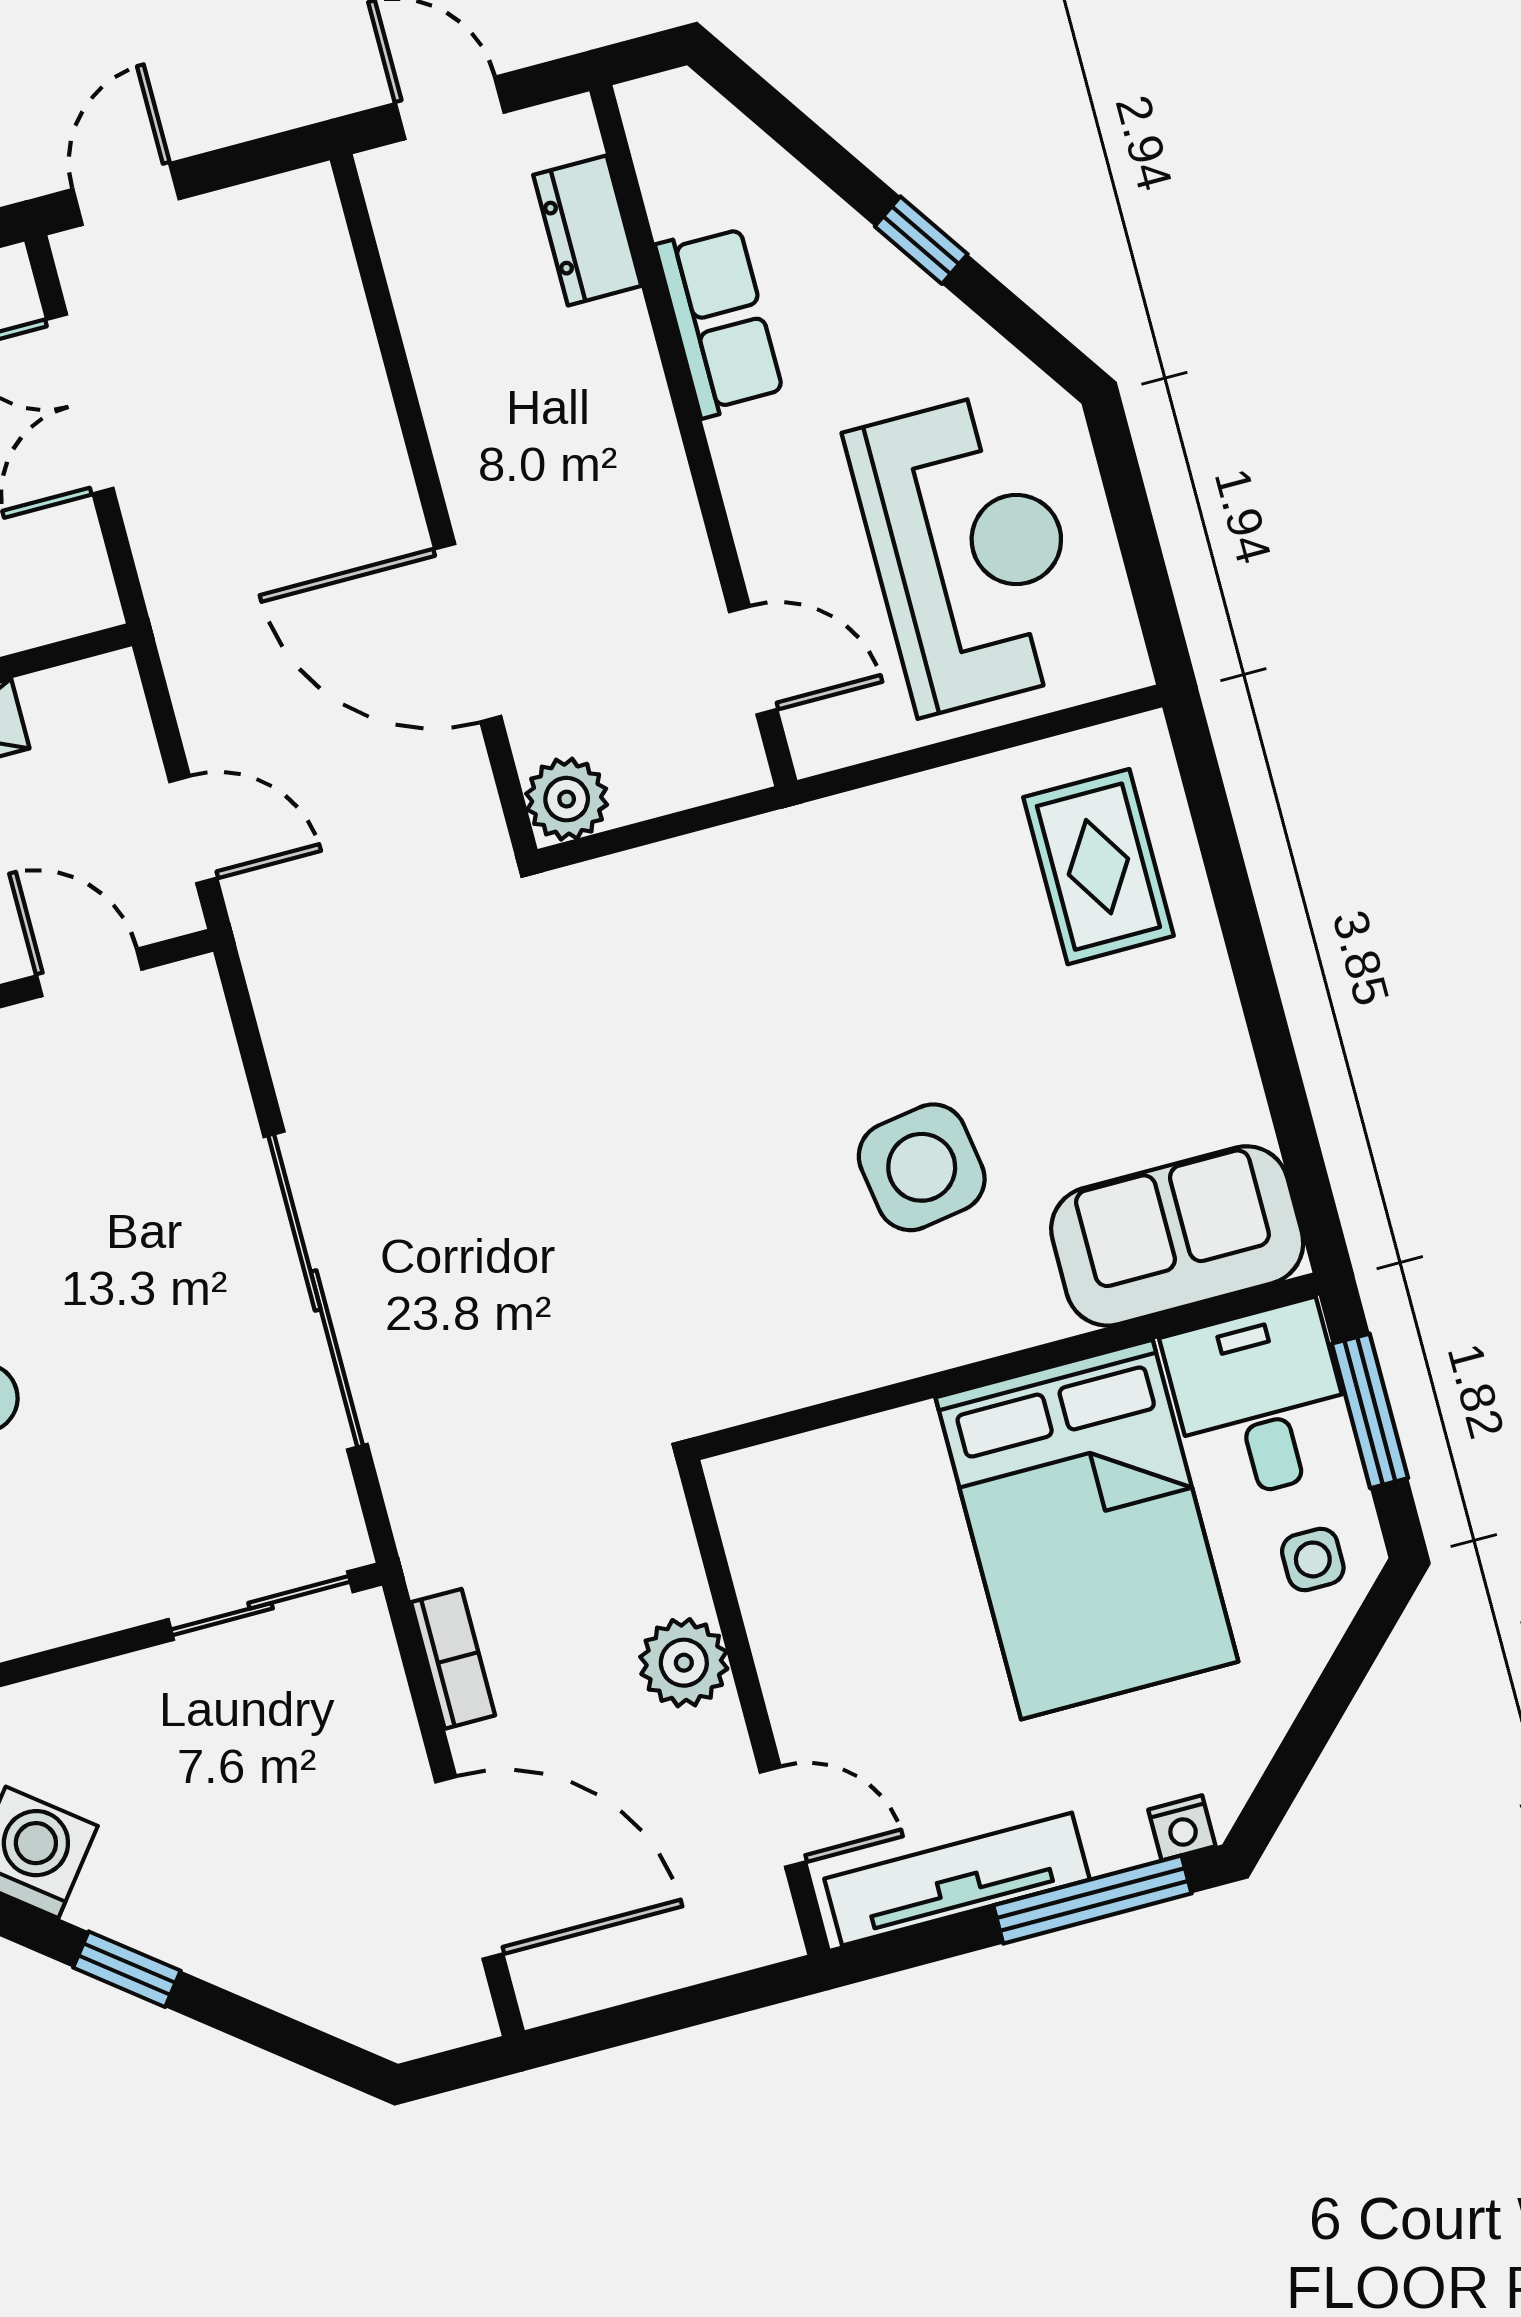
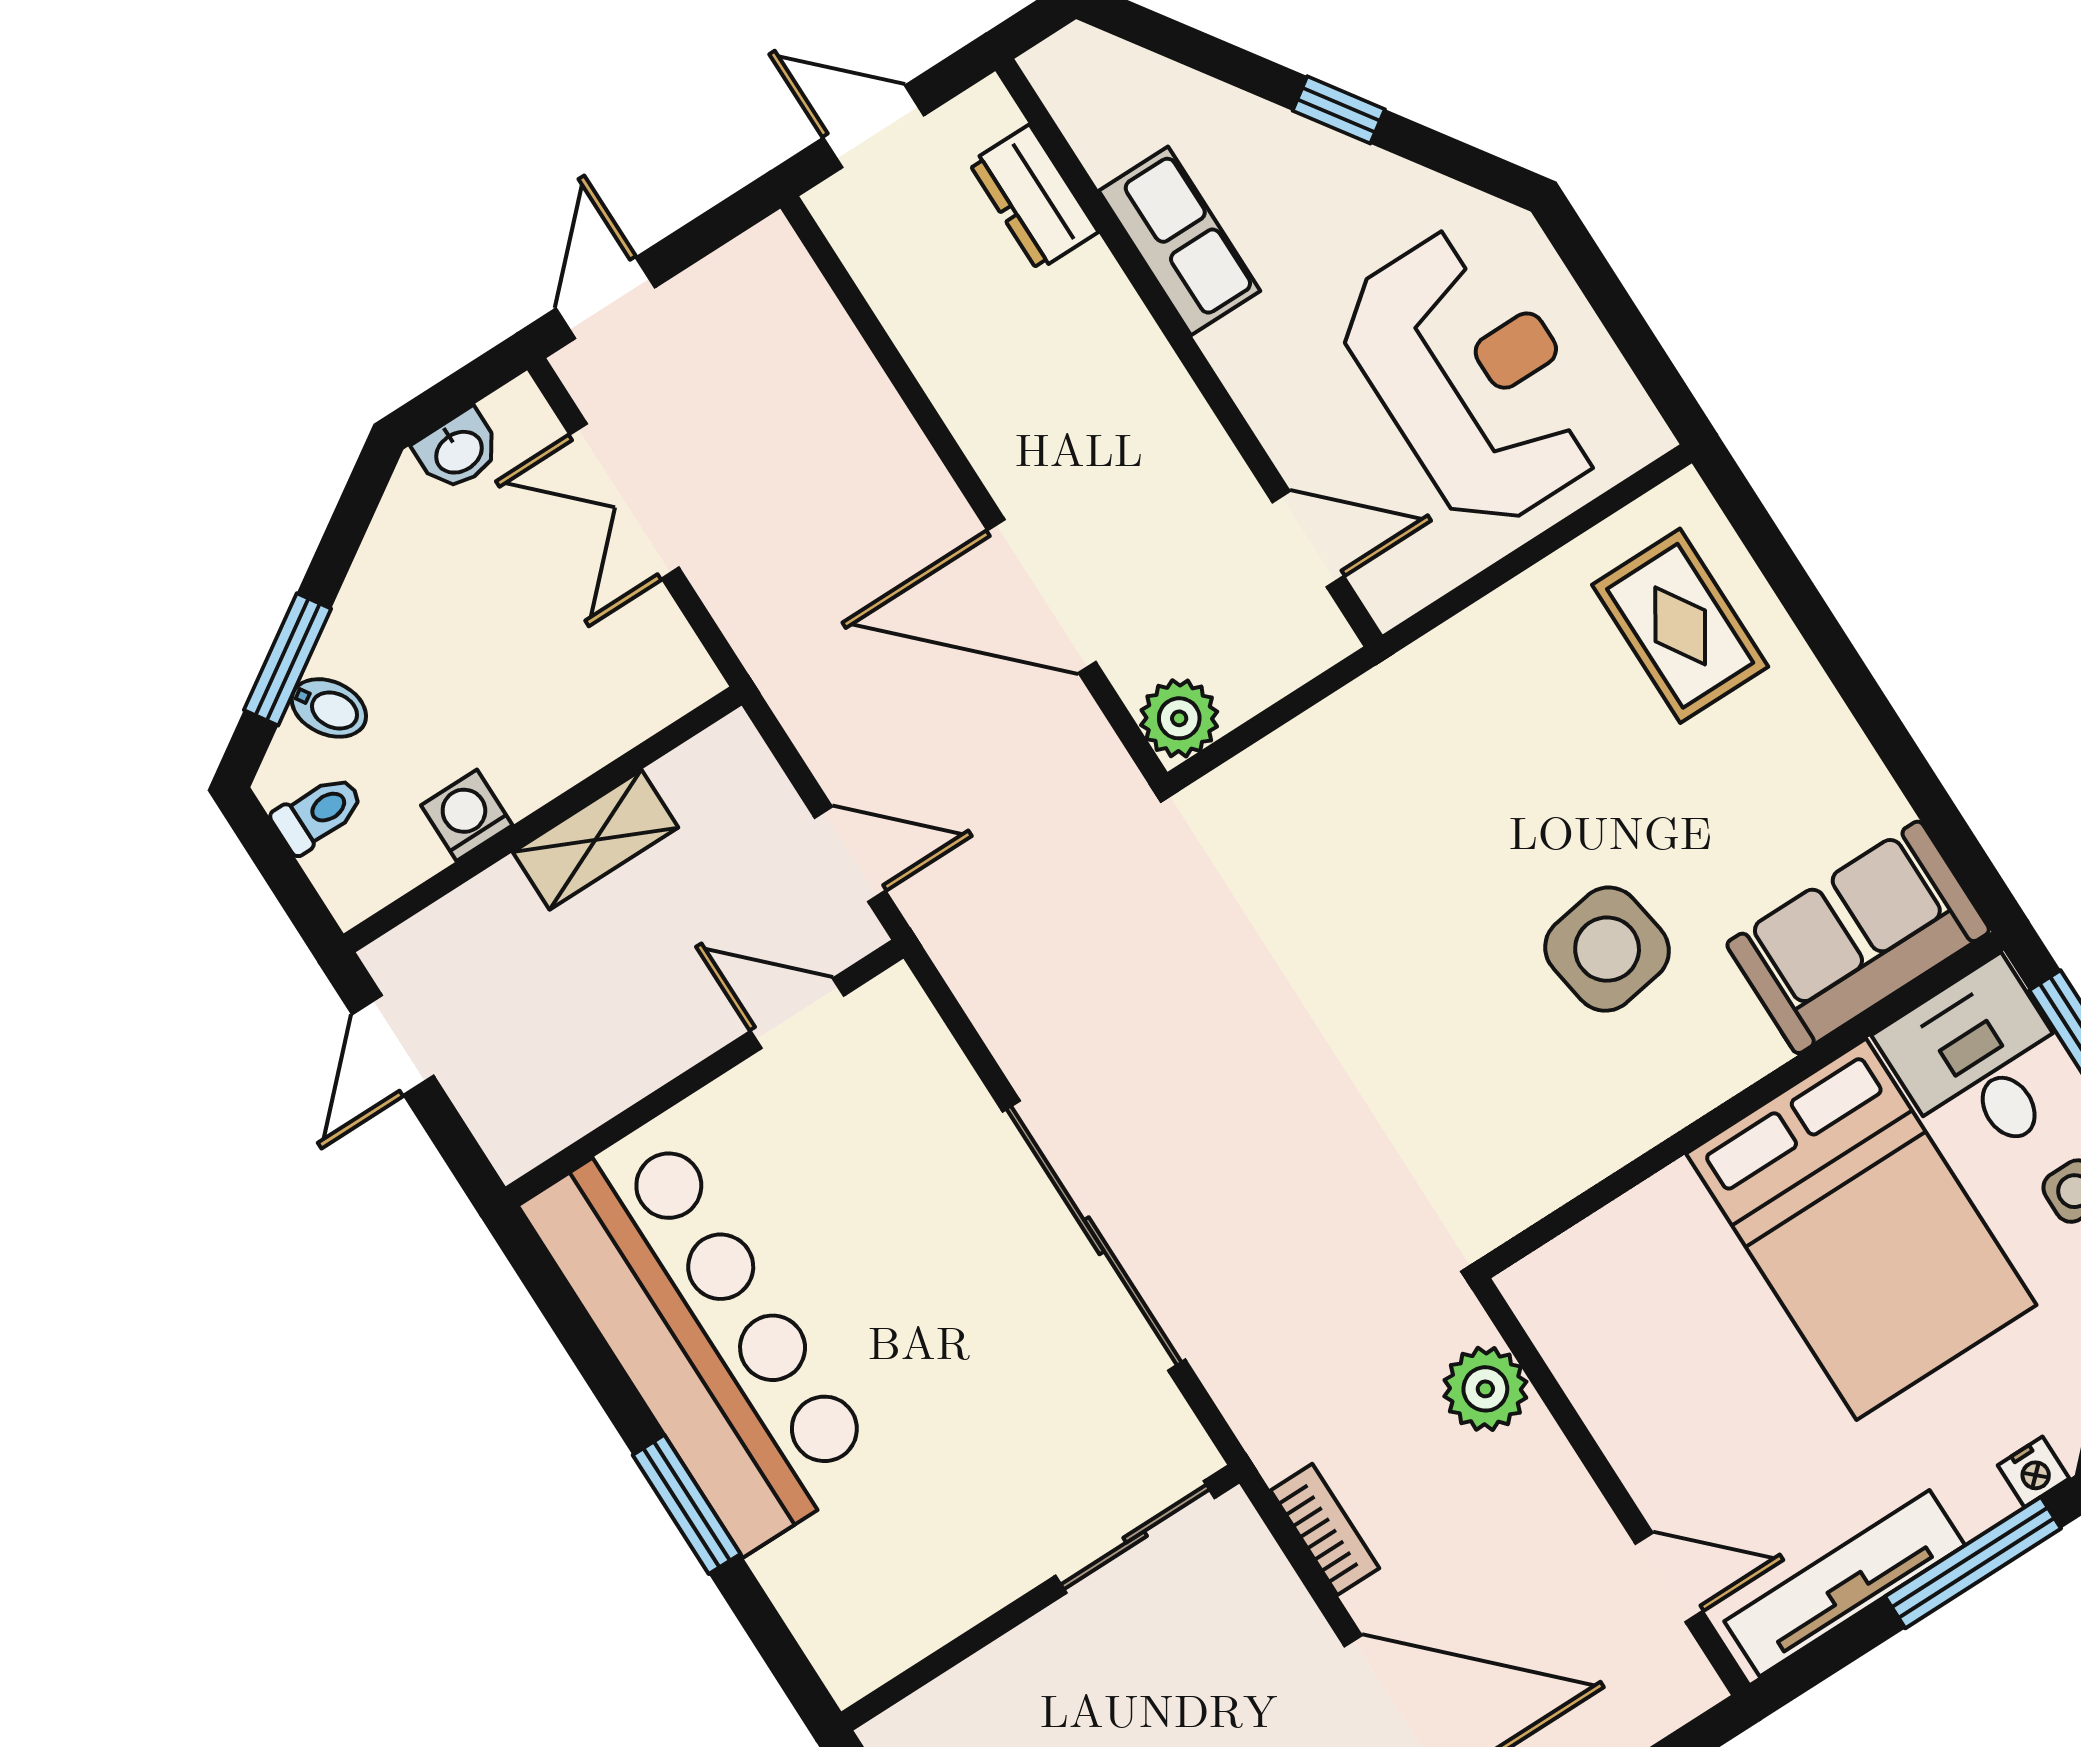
plant: (684, 1663) -> (1485, 1389), moved

